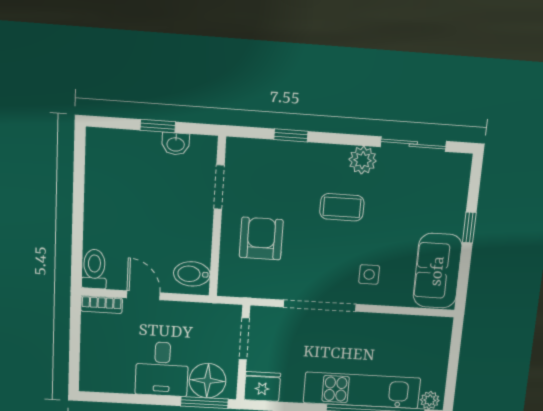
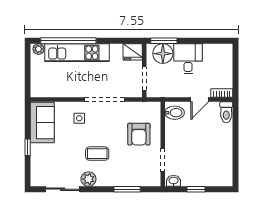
window: (291, 135) -> (127, 189), width x1.50
washbasin: (176, 144) -> (174, 181), moved
door: (143, 295) -> (200, 99), hinge flipped

